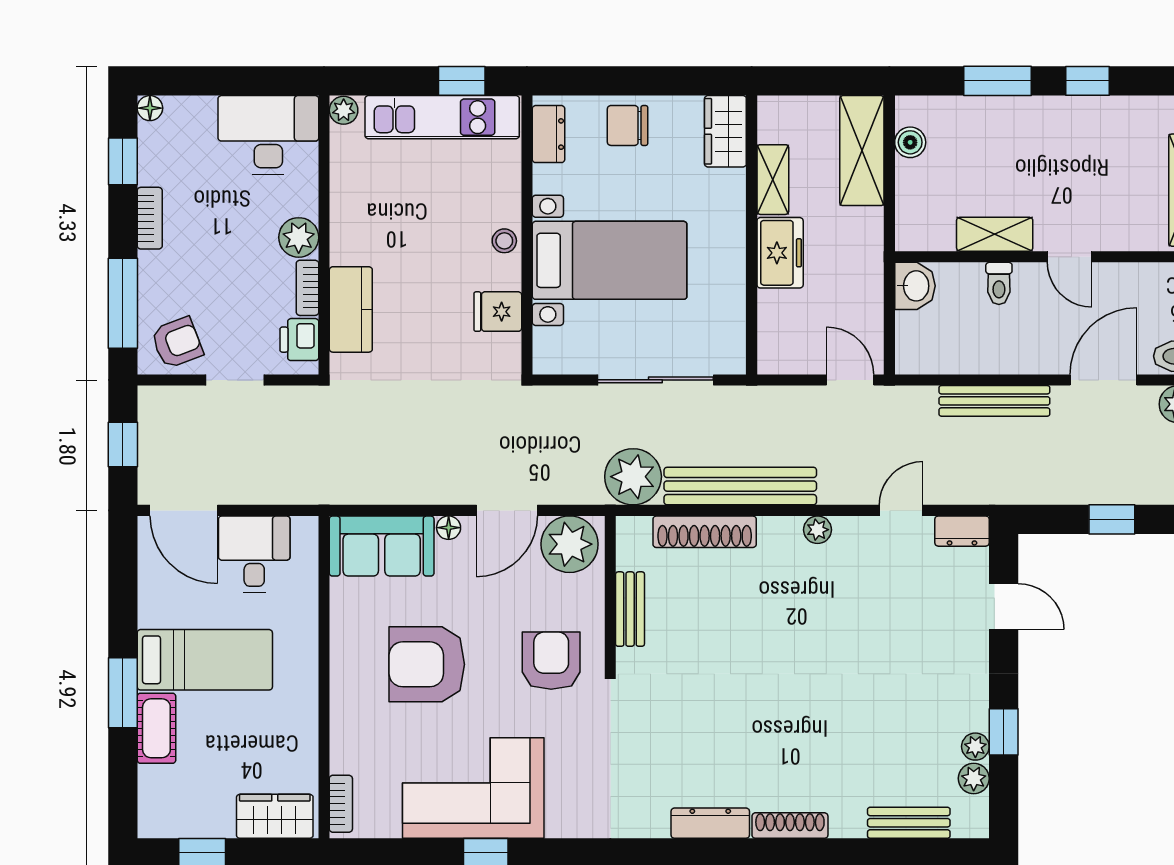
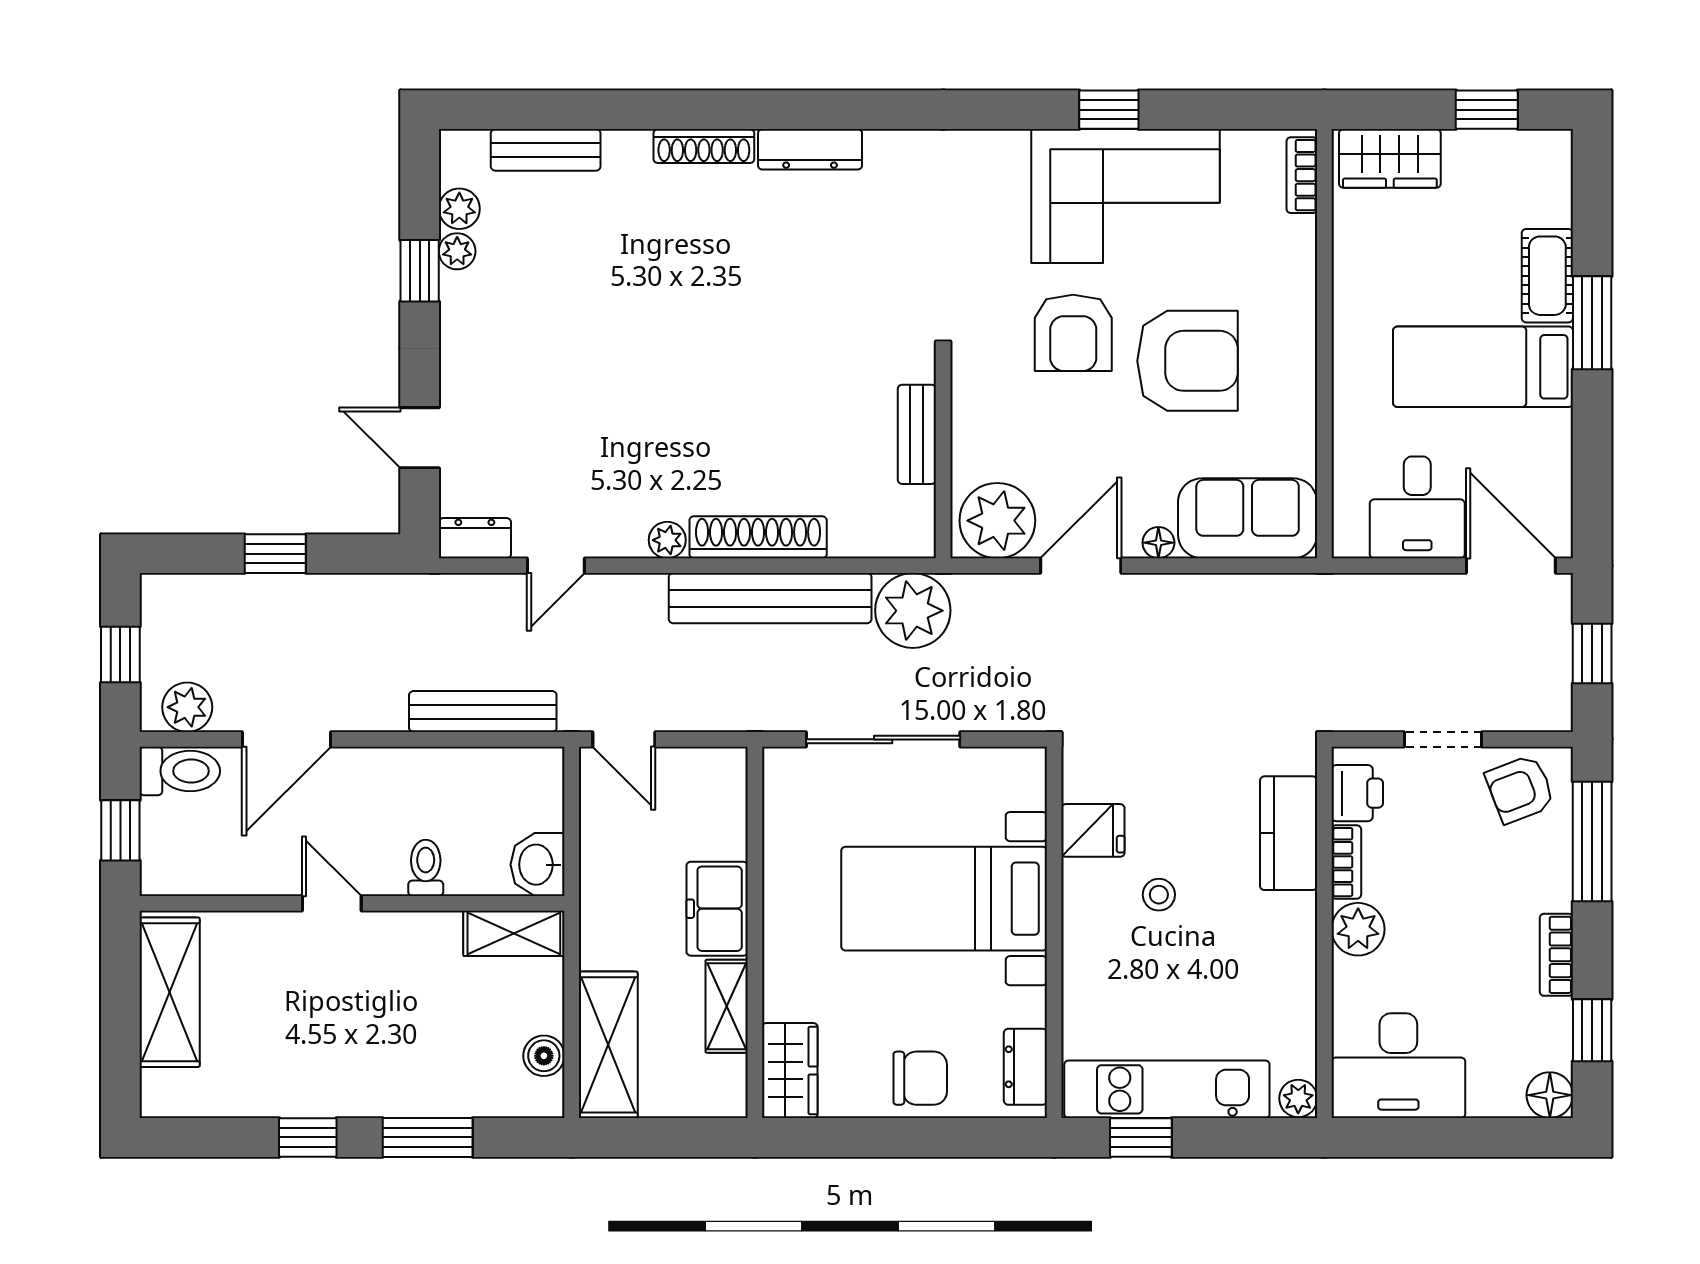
floor lamp: (150, 108) -> (1550, 1095), width x1.37, depth x1.37
shelving: (995, 234) -> (514, 933), moved
stool: (504, 241) -> (1159, 895), moved
bench: (994, 401) -> (483, 712), moved
shoe rack: (705, 532) -> (758, 537), moved
armchair: (551, 661) -> (1073, 333), moved

